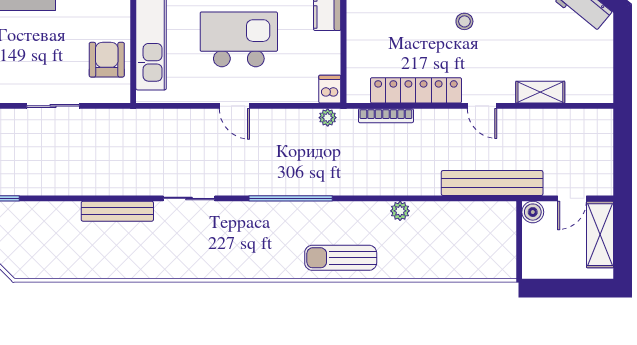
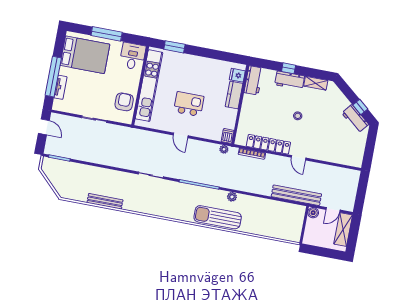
kitchen island: (239, 39) -> (189, 104), width x0.73, depth x0.78
shelving: (540, 92) -> (327, 156), removed
bench: (117, 211) -> (105, 201), moved
plant: (400, 211) -> (232, 197), moved
sun lounger: (341, 258) -> (218, 217), width x1.36, depth x1.34

